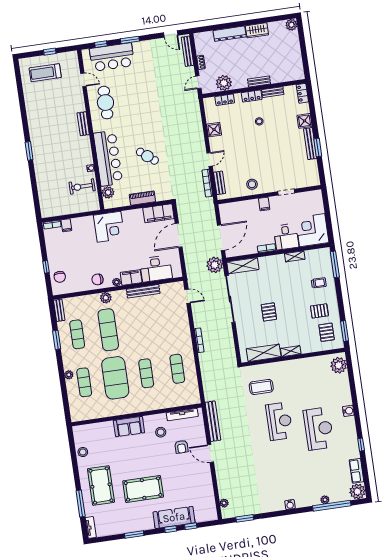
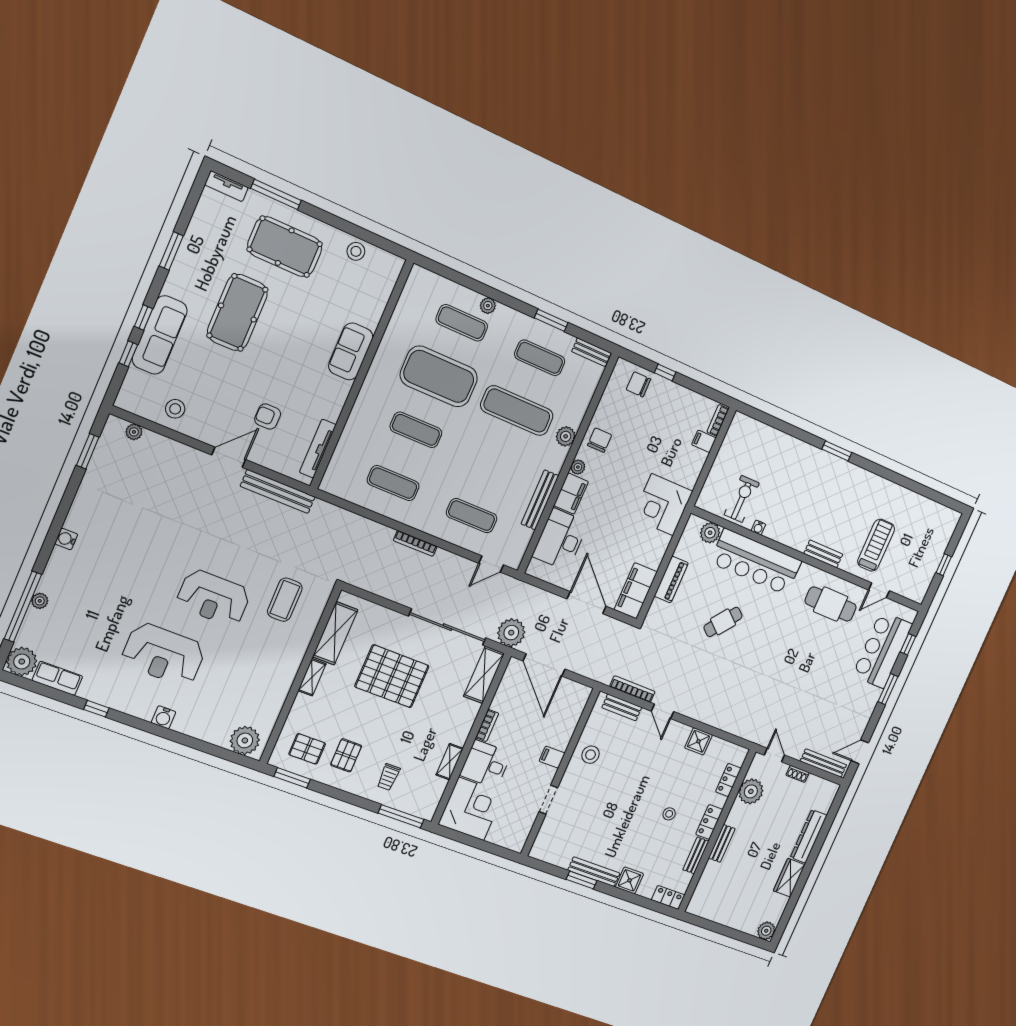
treadmill: (45, 73) -> (876, 545), moved
pallet: (269, 312) -> (392, 676), width x2.05, depth x2.00
exercise mat: (170, 321) -> (472, 516), added
stool: (161, 432) -> (175, 409), moved

